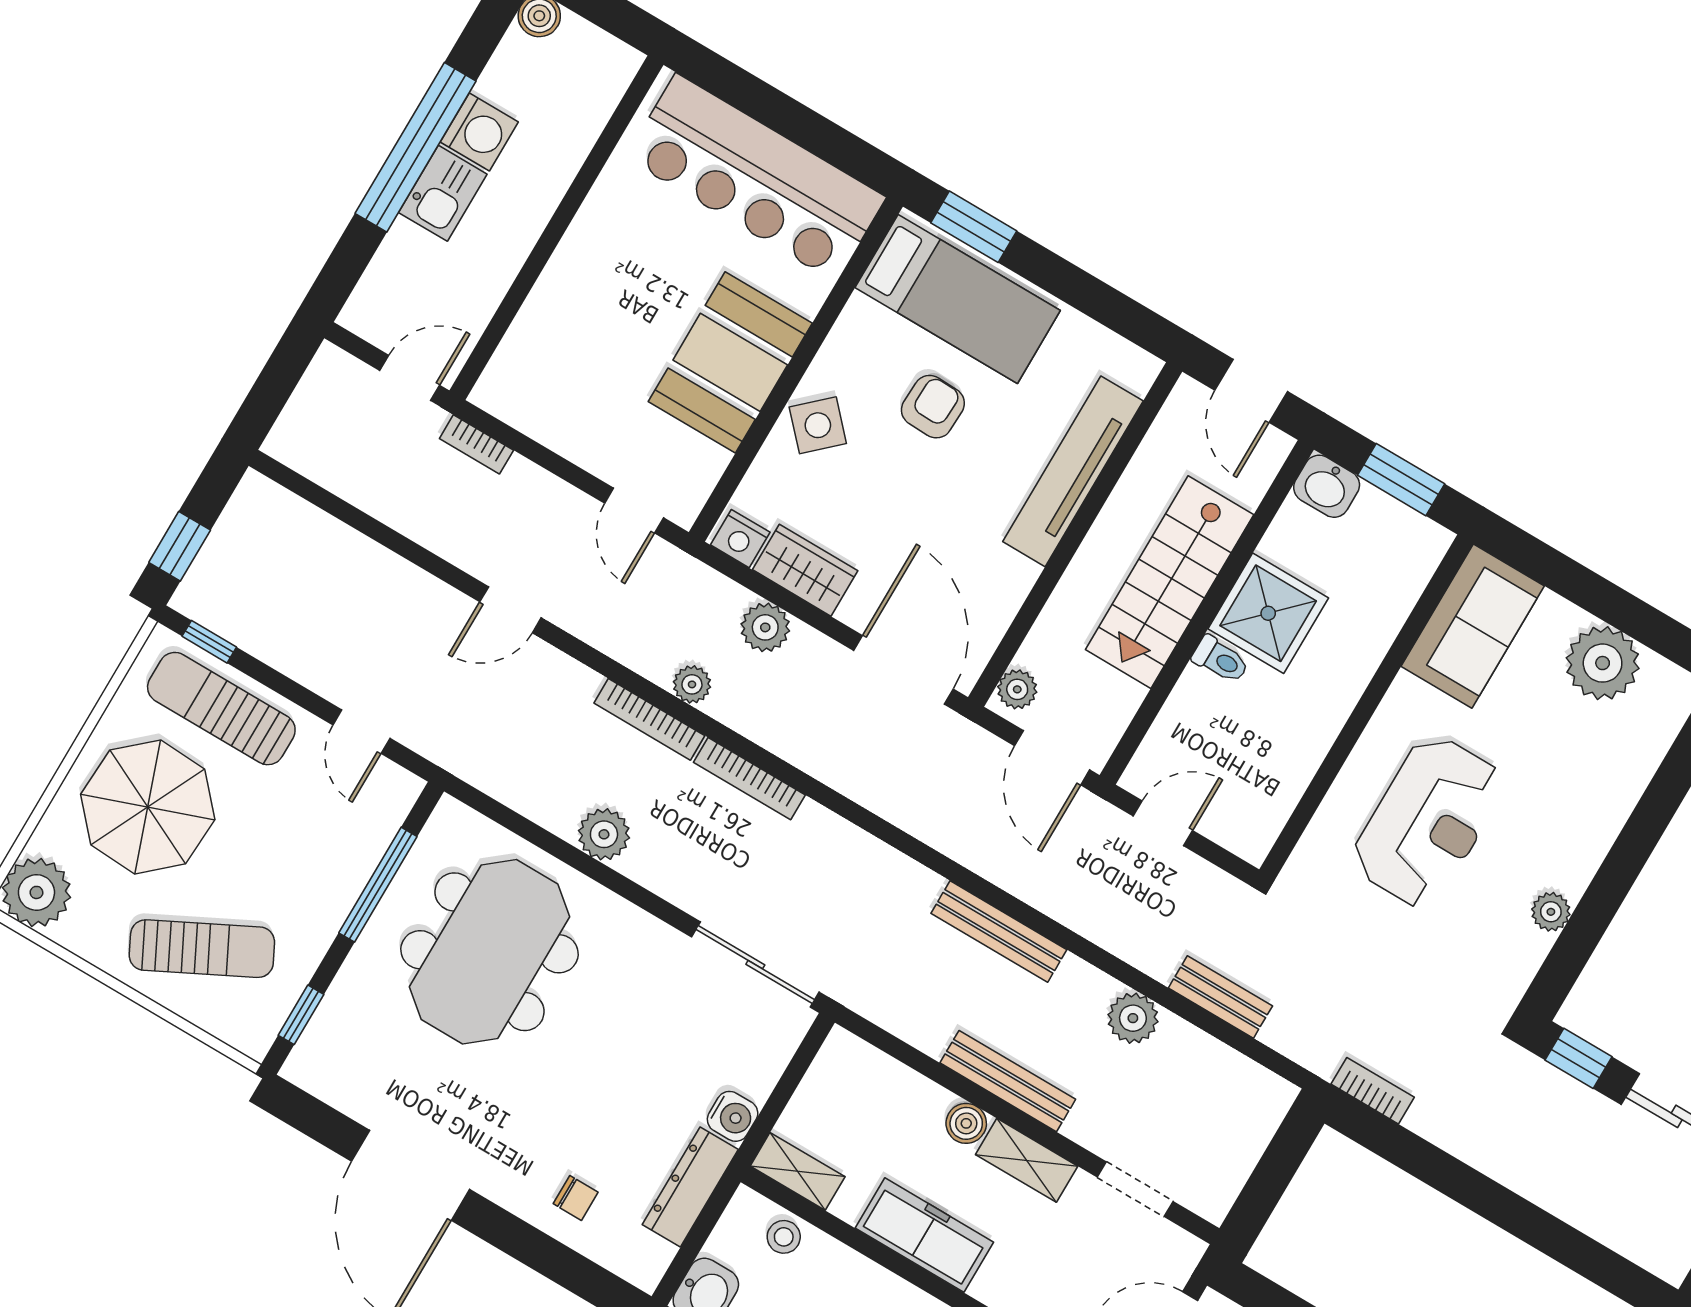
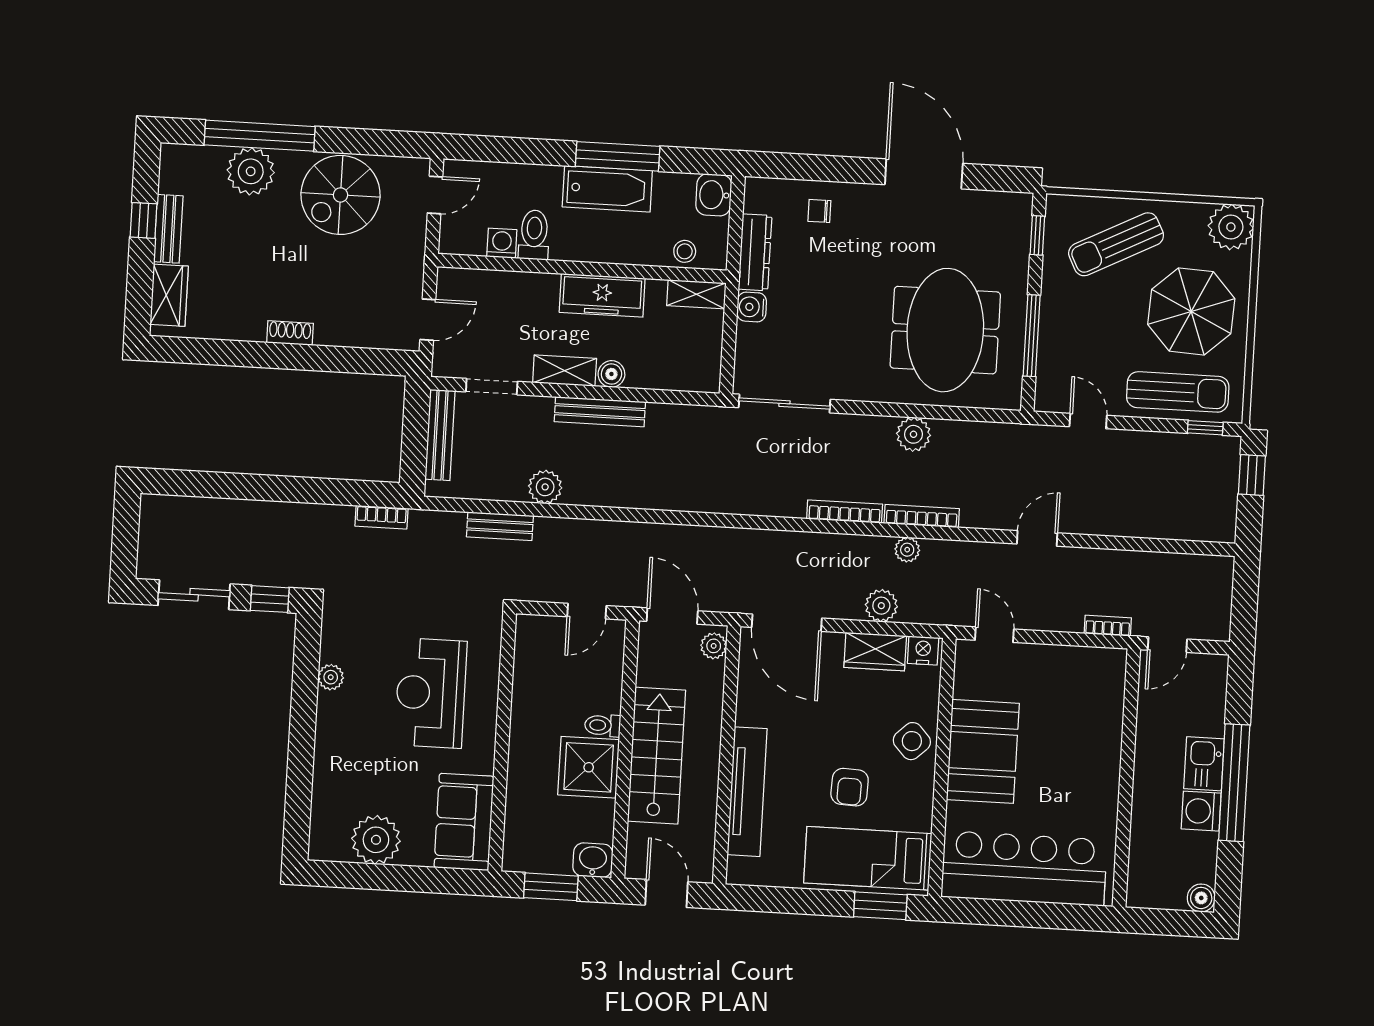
bench: (999, 931) -> (440, 435), moved, turned 90

